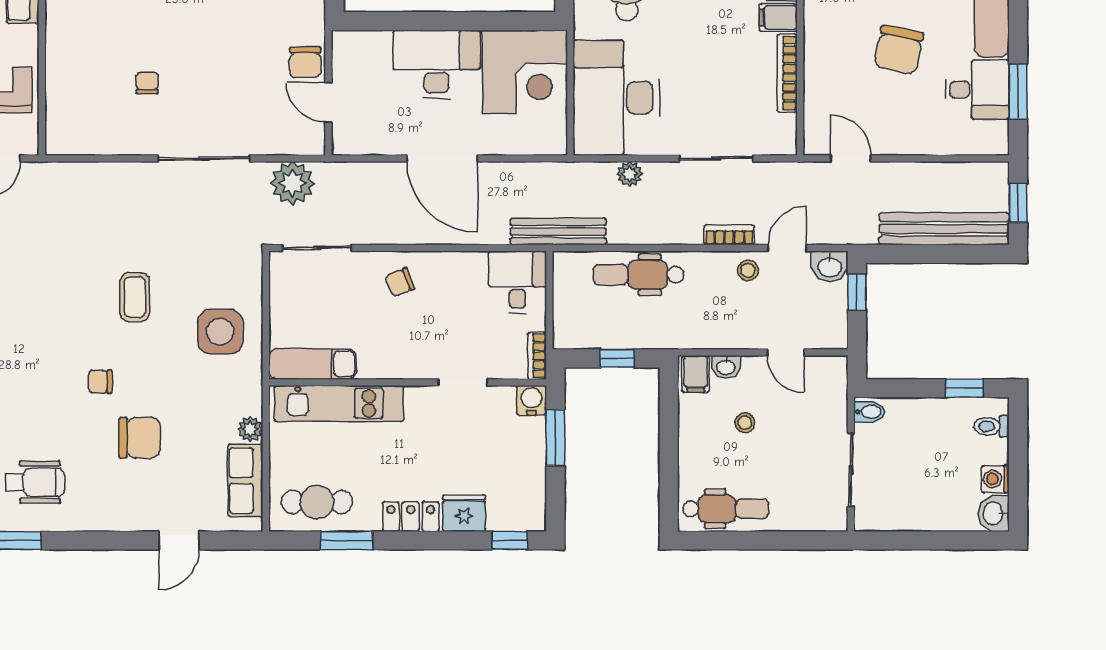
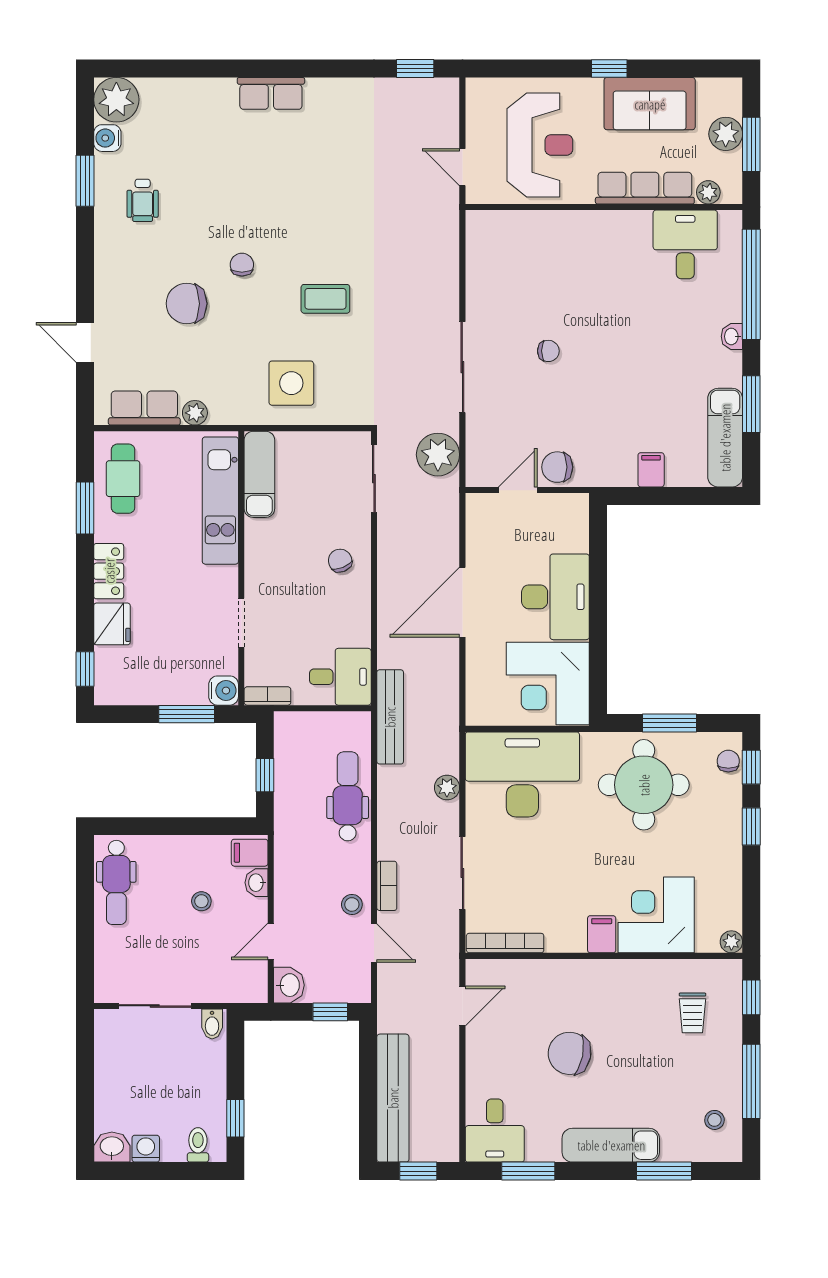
bookcase: (787, 73) -> (505, 943), moved
chair: (147, 83) -> (548, 351), moved
desk: (977, 90) -> (495, 1131), moved
washbasin: (830, 266) -> (289, 985), moved, turned 180
chair: (140, 438) -> (187, 304), turned 90
wheelchair: (35, 482) -> (143, 200), width x0.73, depth x0.73

